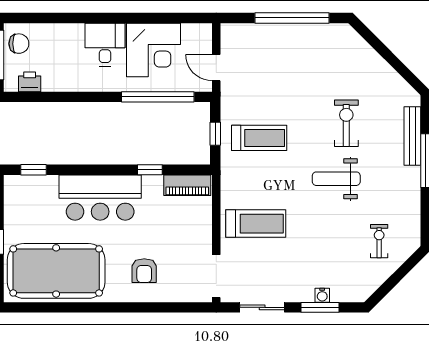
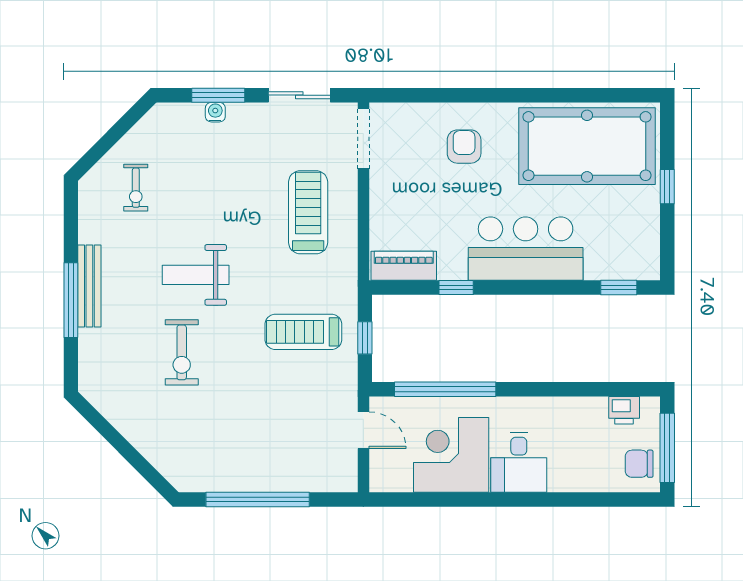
bench: (412, 136) -> (89, 286), moved
weight bench: (336, 179) -> (196, 275), turned 180
treadmill: (256, 224) -> (308, 212), turned 90

